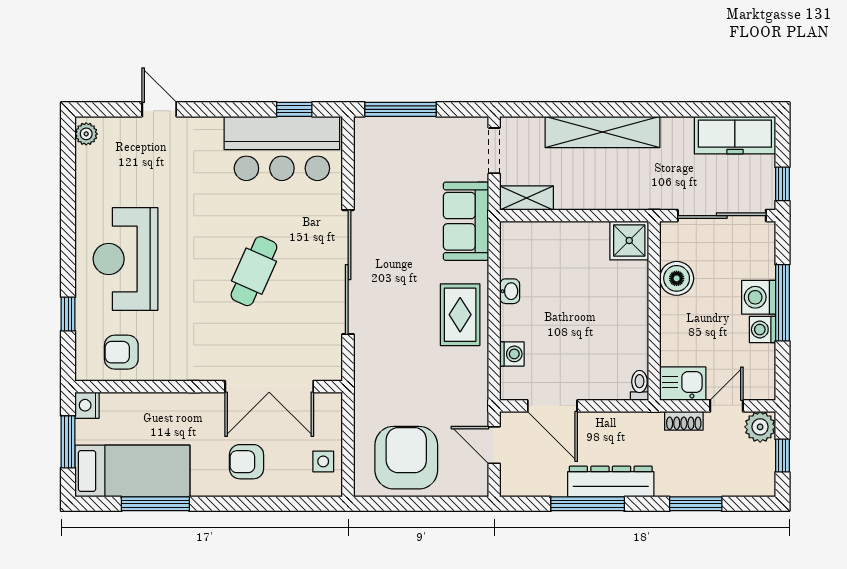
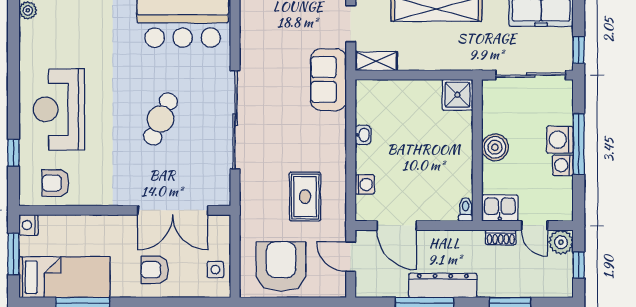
boiler: (677, 278) -> (495, 147), moved
rug: (460, 315) -> (305, 197), moved
door: (727, 406) -> (534, 226), swing flipped

